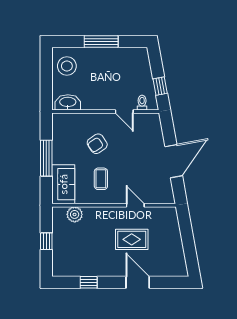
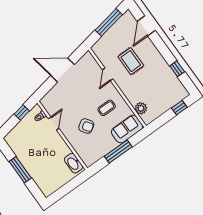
stool: (67, 66) -> (51, 180), removed
window: (46, 241) -> (179, 108), moved
window: (189, 246) -> (109, 22), added
door: (138, 282) -> (146, 26), moved

